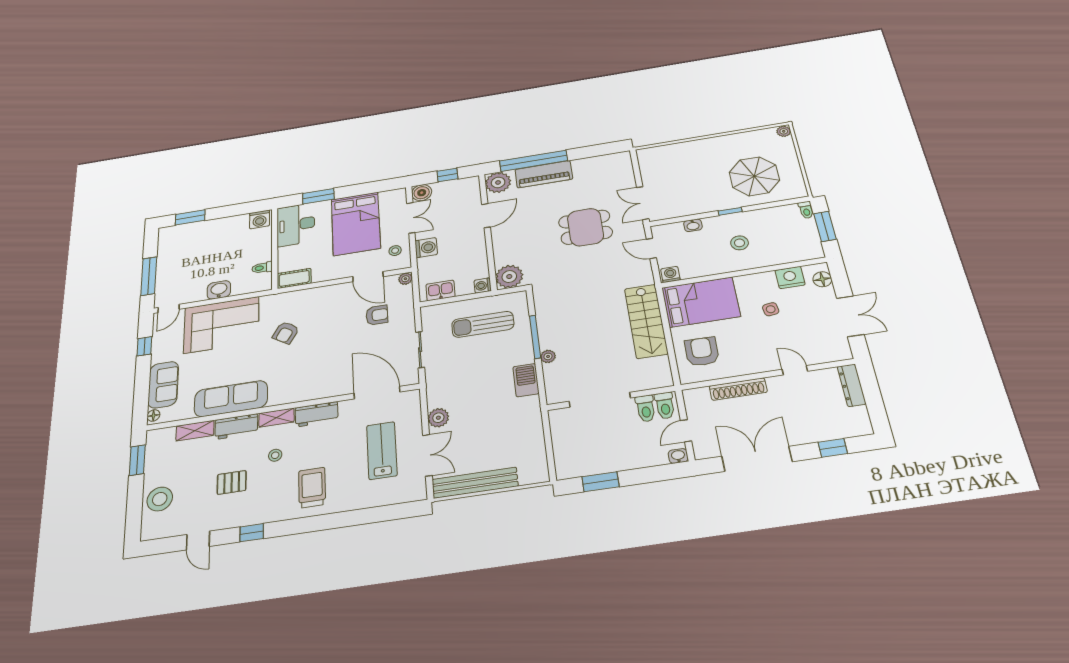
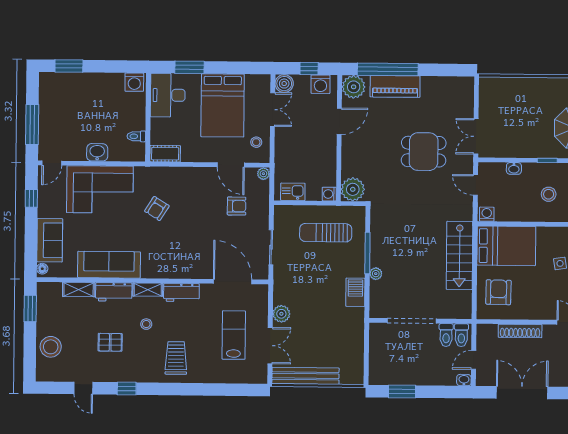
washing machine: (426, 248) -> (320, 84), moved, turned 90

